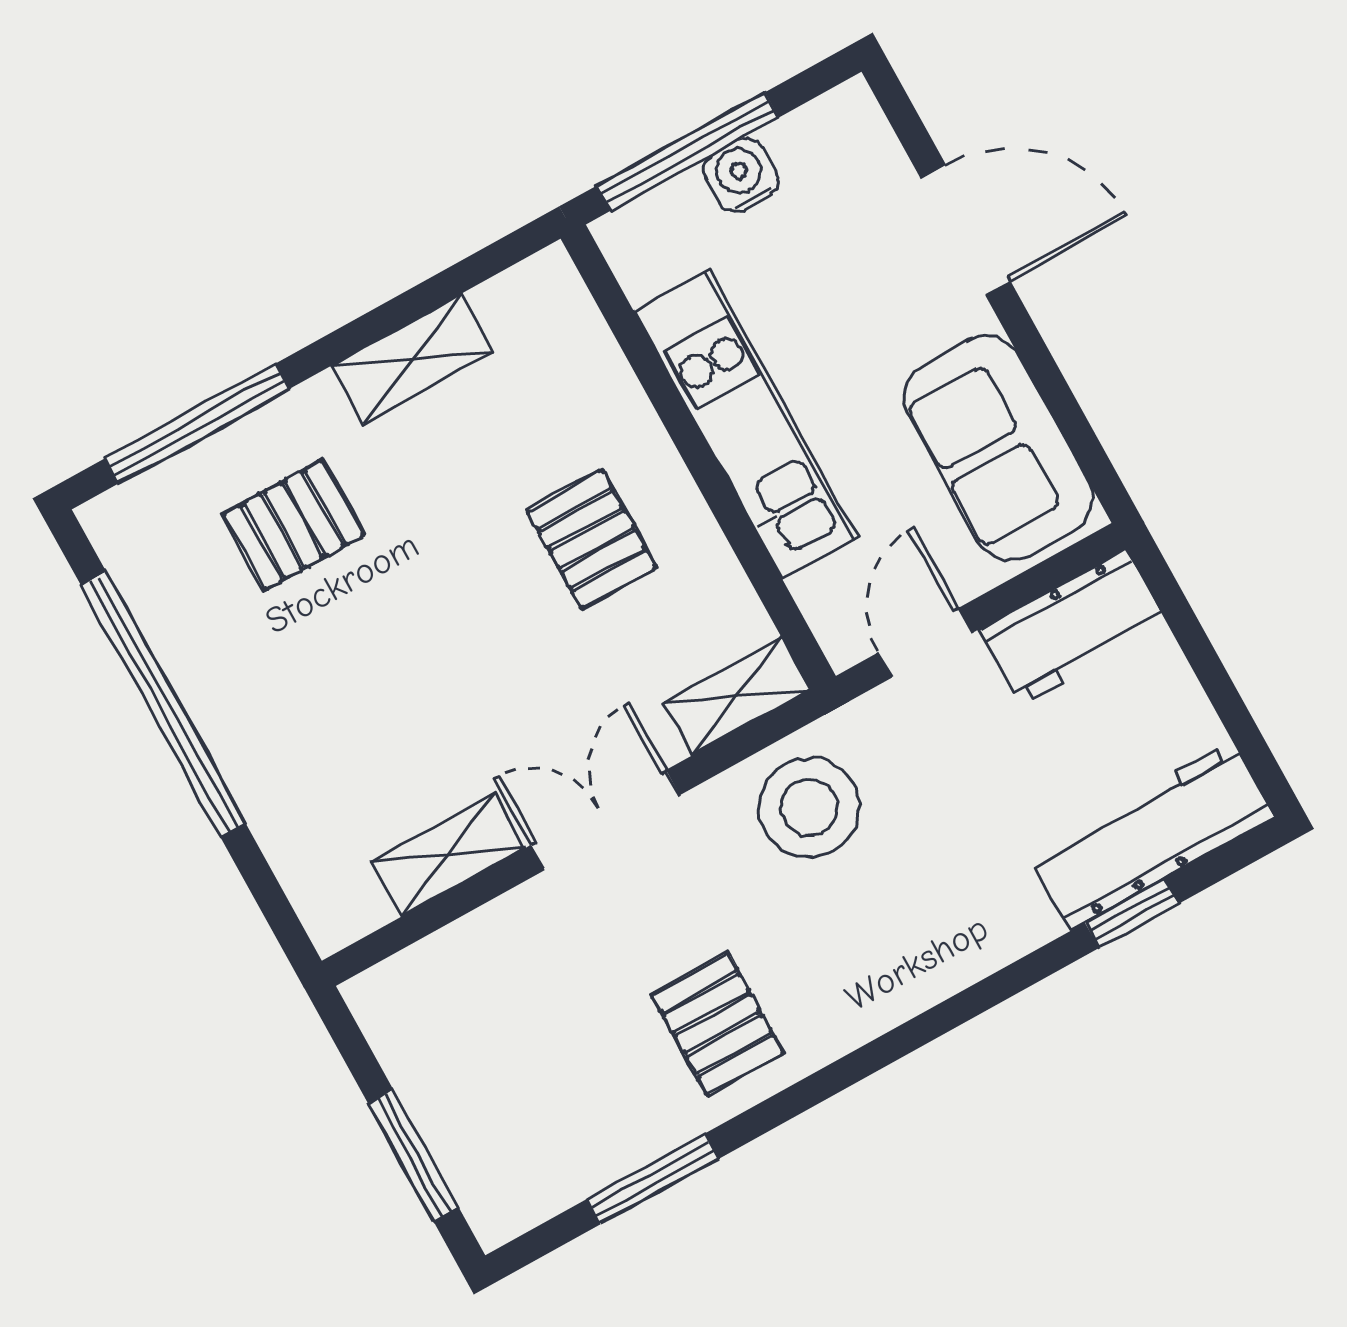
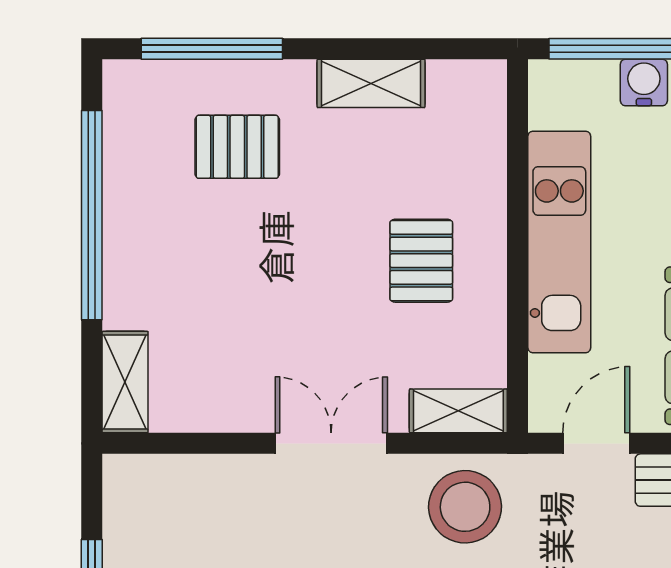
shelving: (448, 855) -> (125, 382), moved, turned 90

